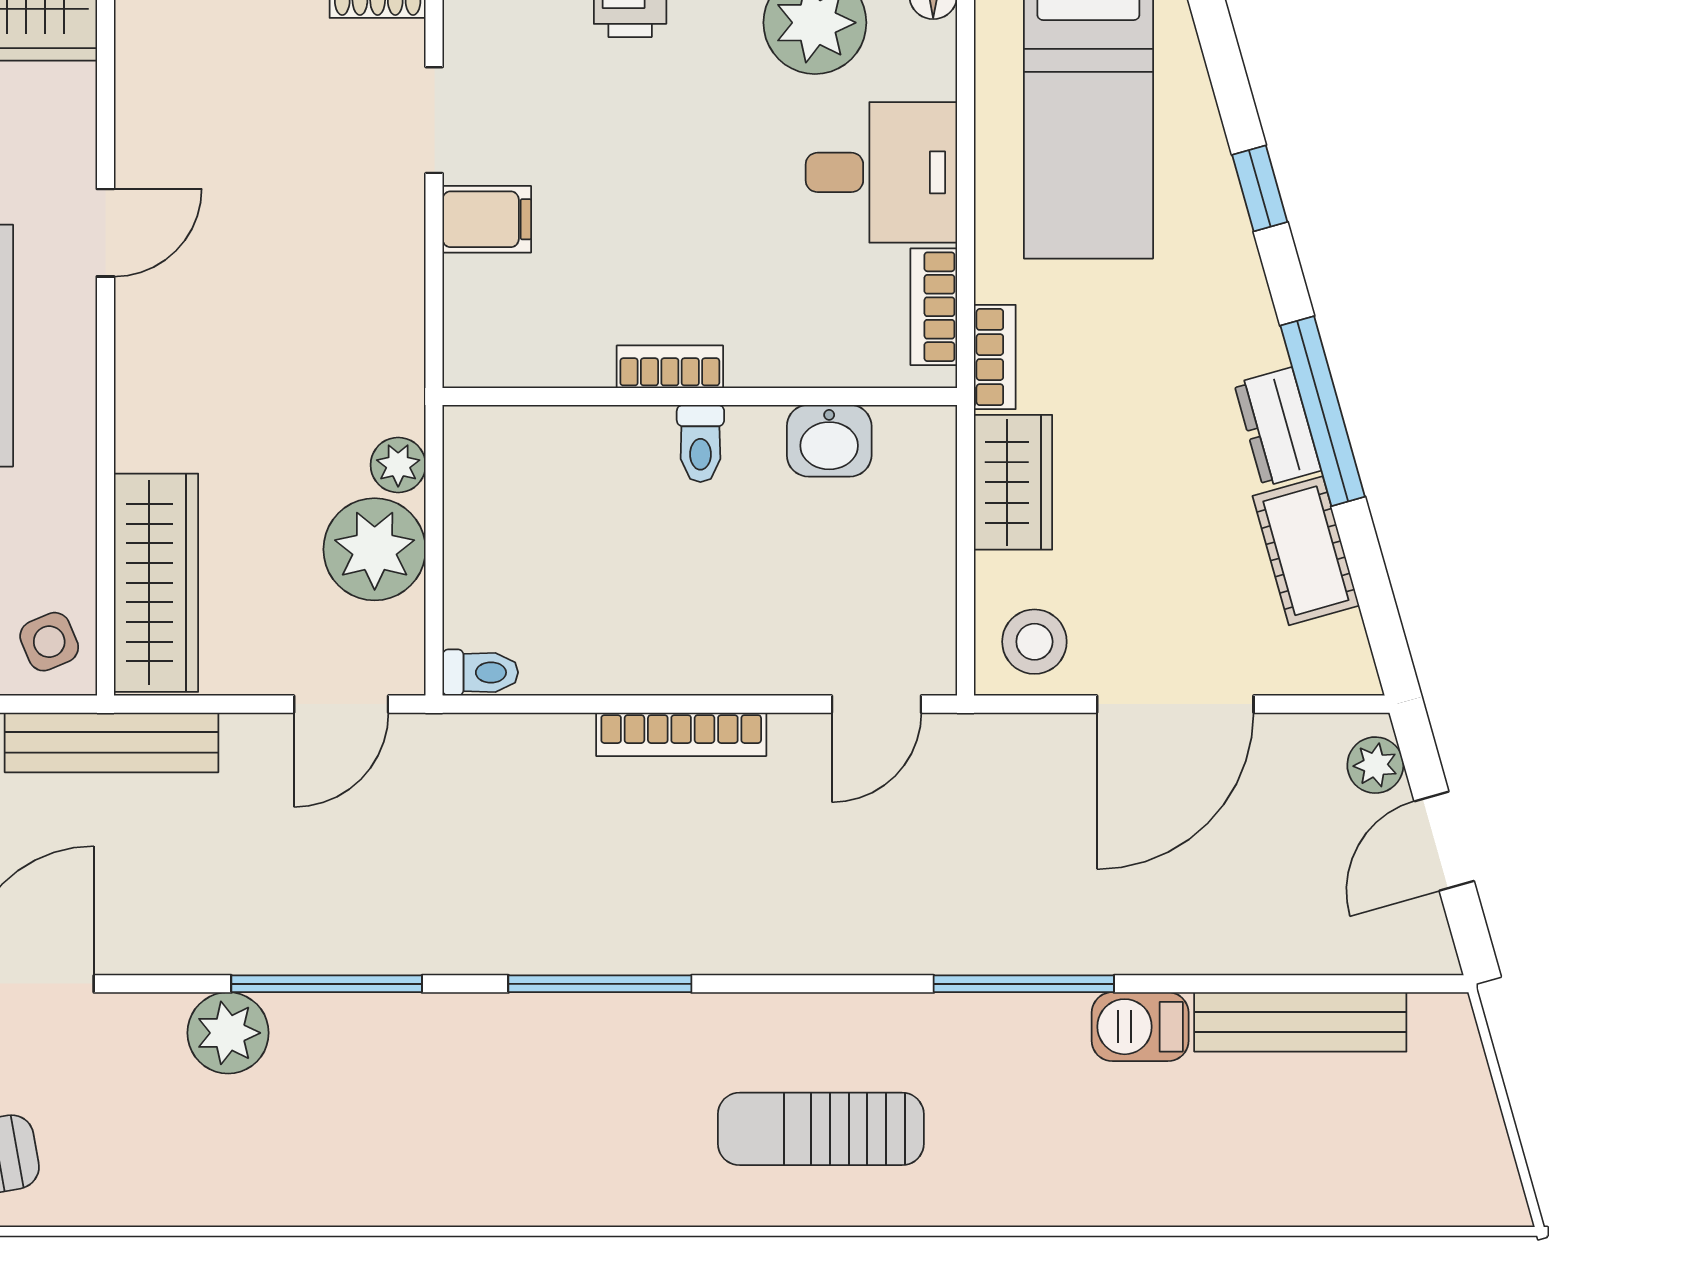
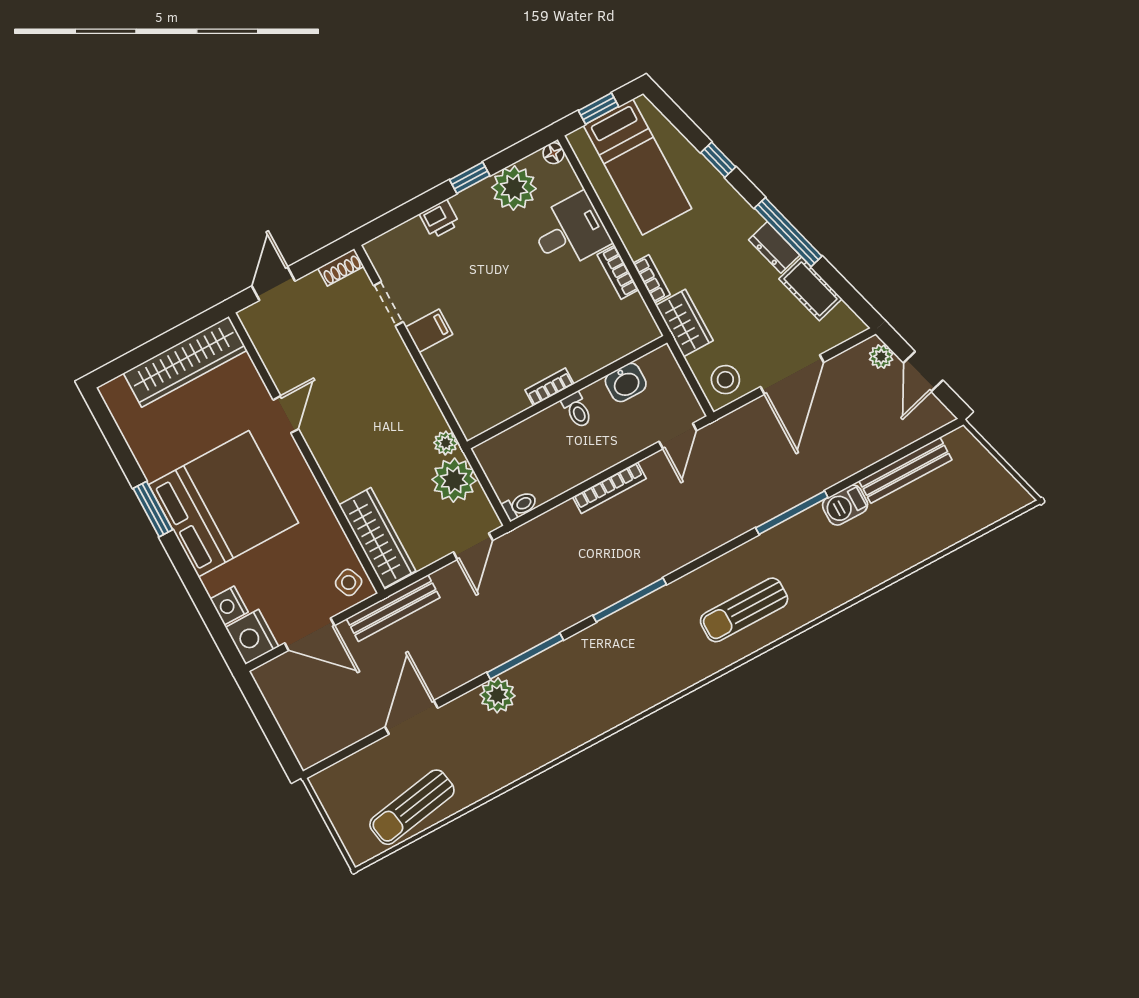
bookcase: (670, 367) -> (549, 387), moved
wall: (700, 396) -> (567, 392), moved
washbasin: (829, 441) -> (626, 382), moved
toilet: (700, 443) -> (577, 410), moved

